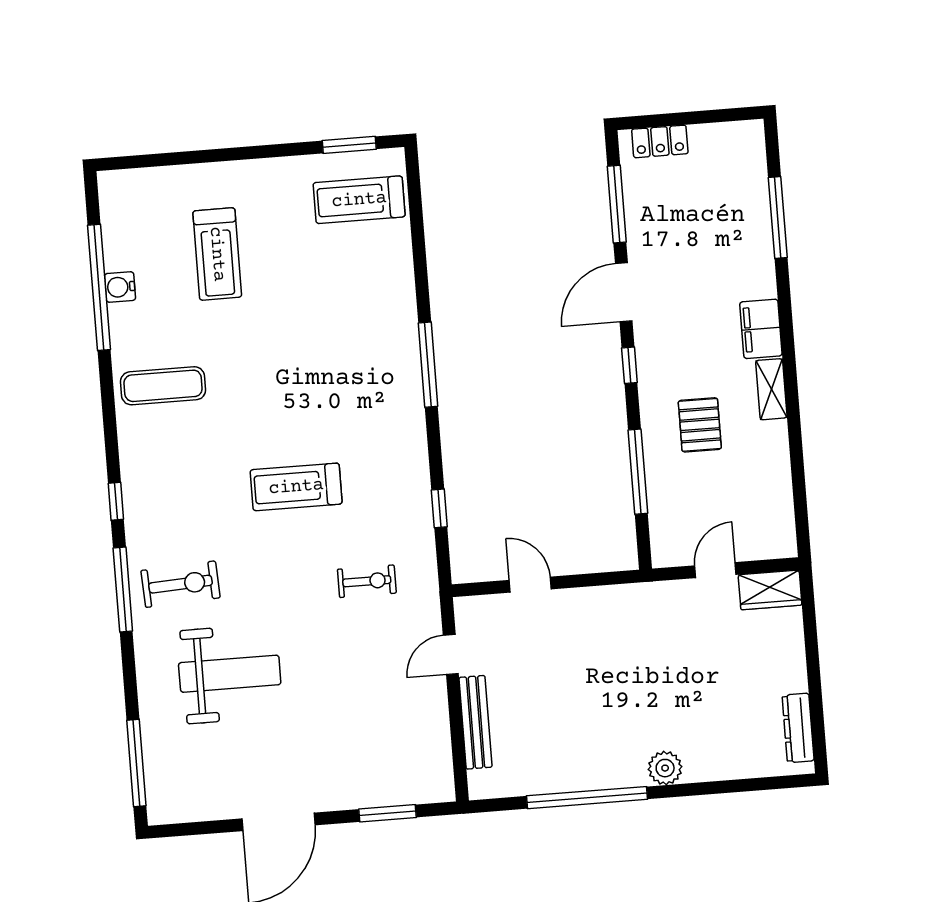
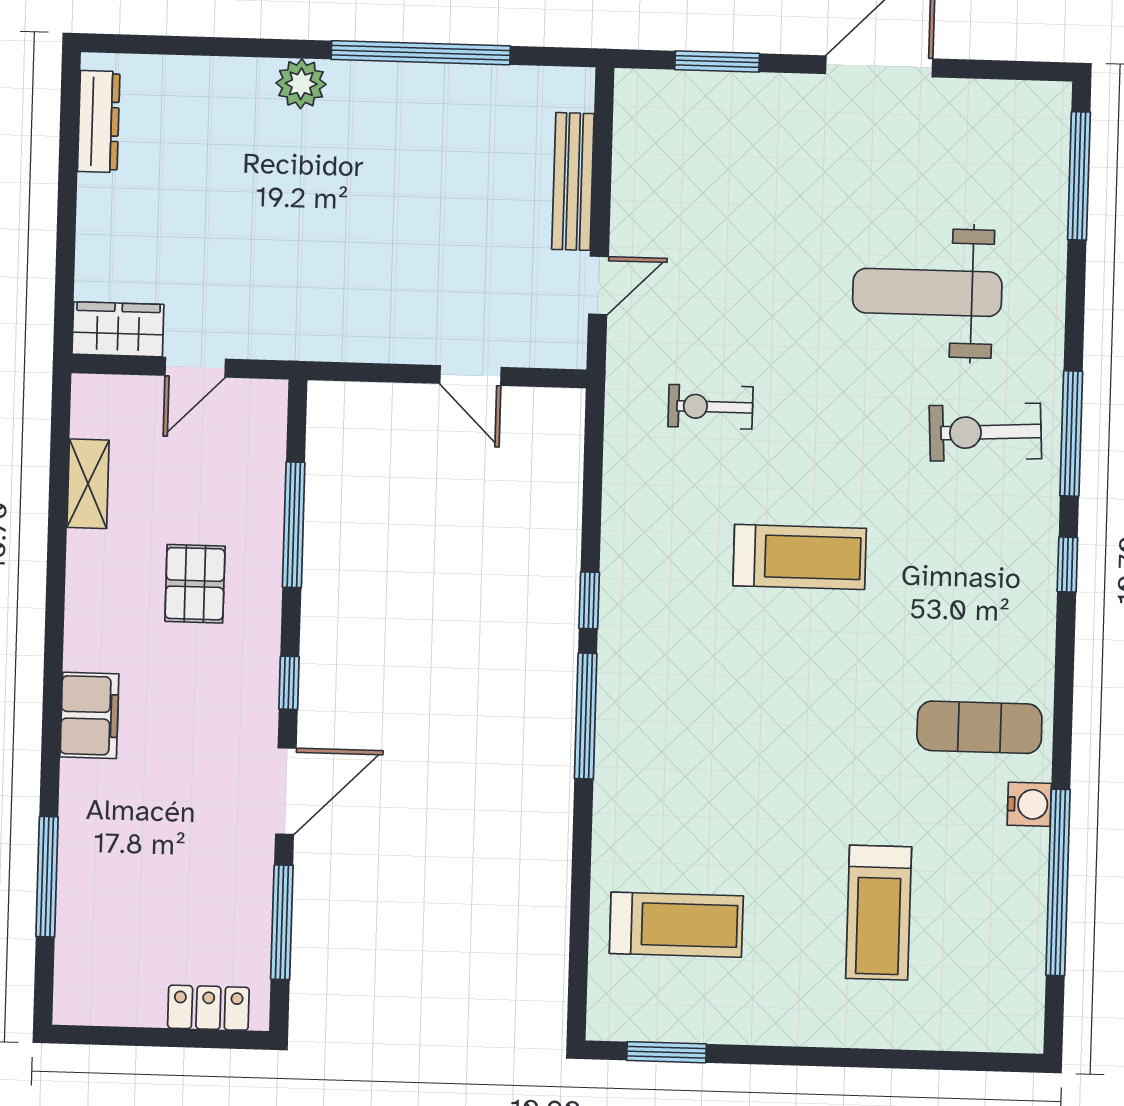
treadmill: (359, 200) -> (676, 925), moved
treadmill: (217, 254) -> (879, 913), turned 180
water cooler: (120, 287) -> (1029, 804), moved
shelving: (771, 389) -> (88, 484), moved
window: (439, 508) -> (589, 600), moved

